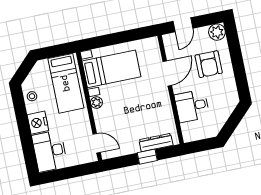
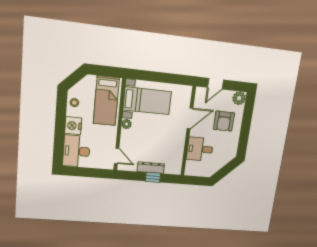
dresser: (156, 143) -> (151, 168), moved

